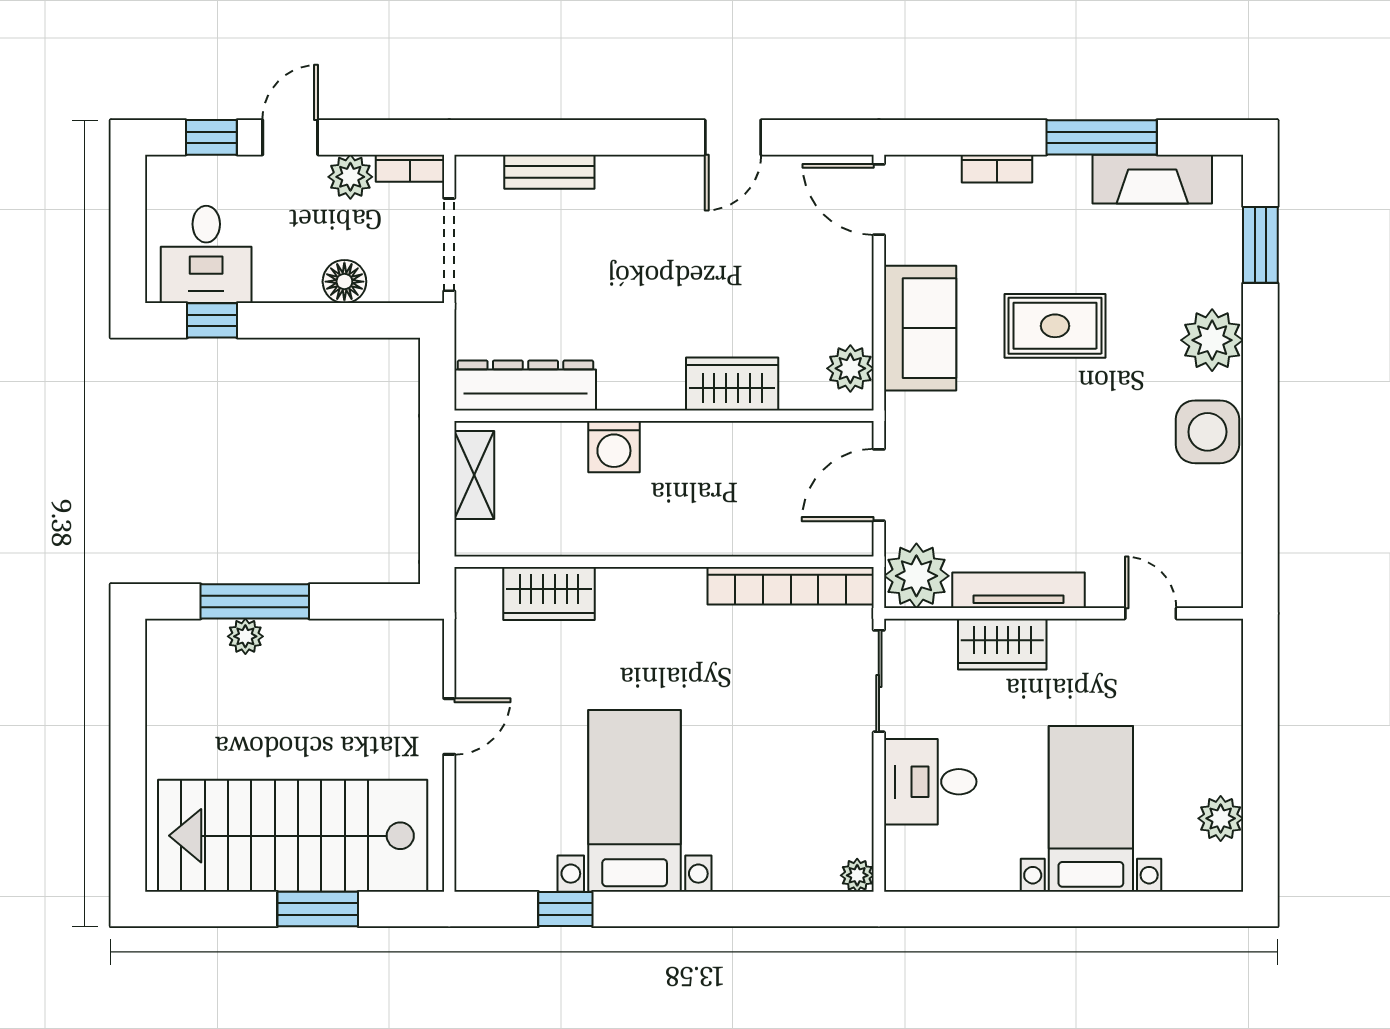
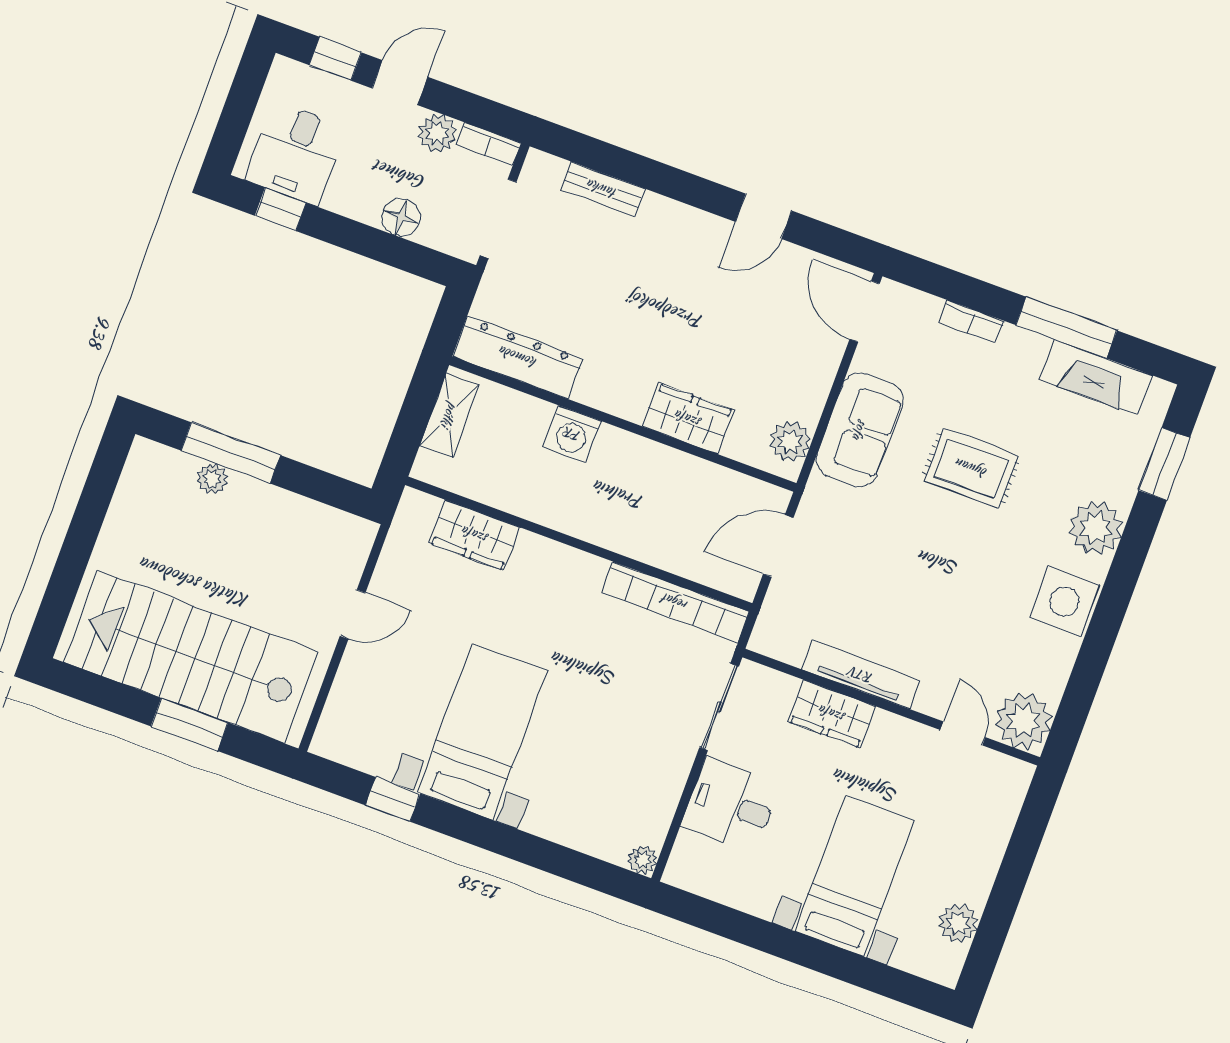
plant: (916, 576) -> (1023, 721), moved

